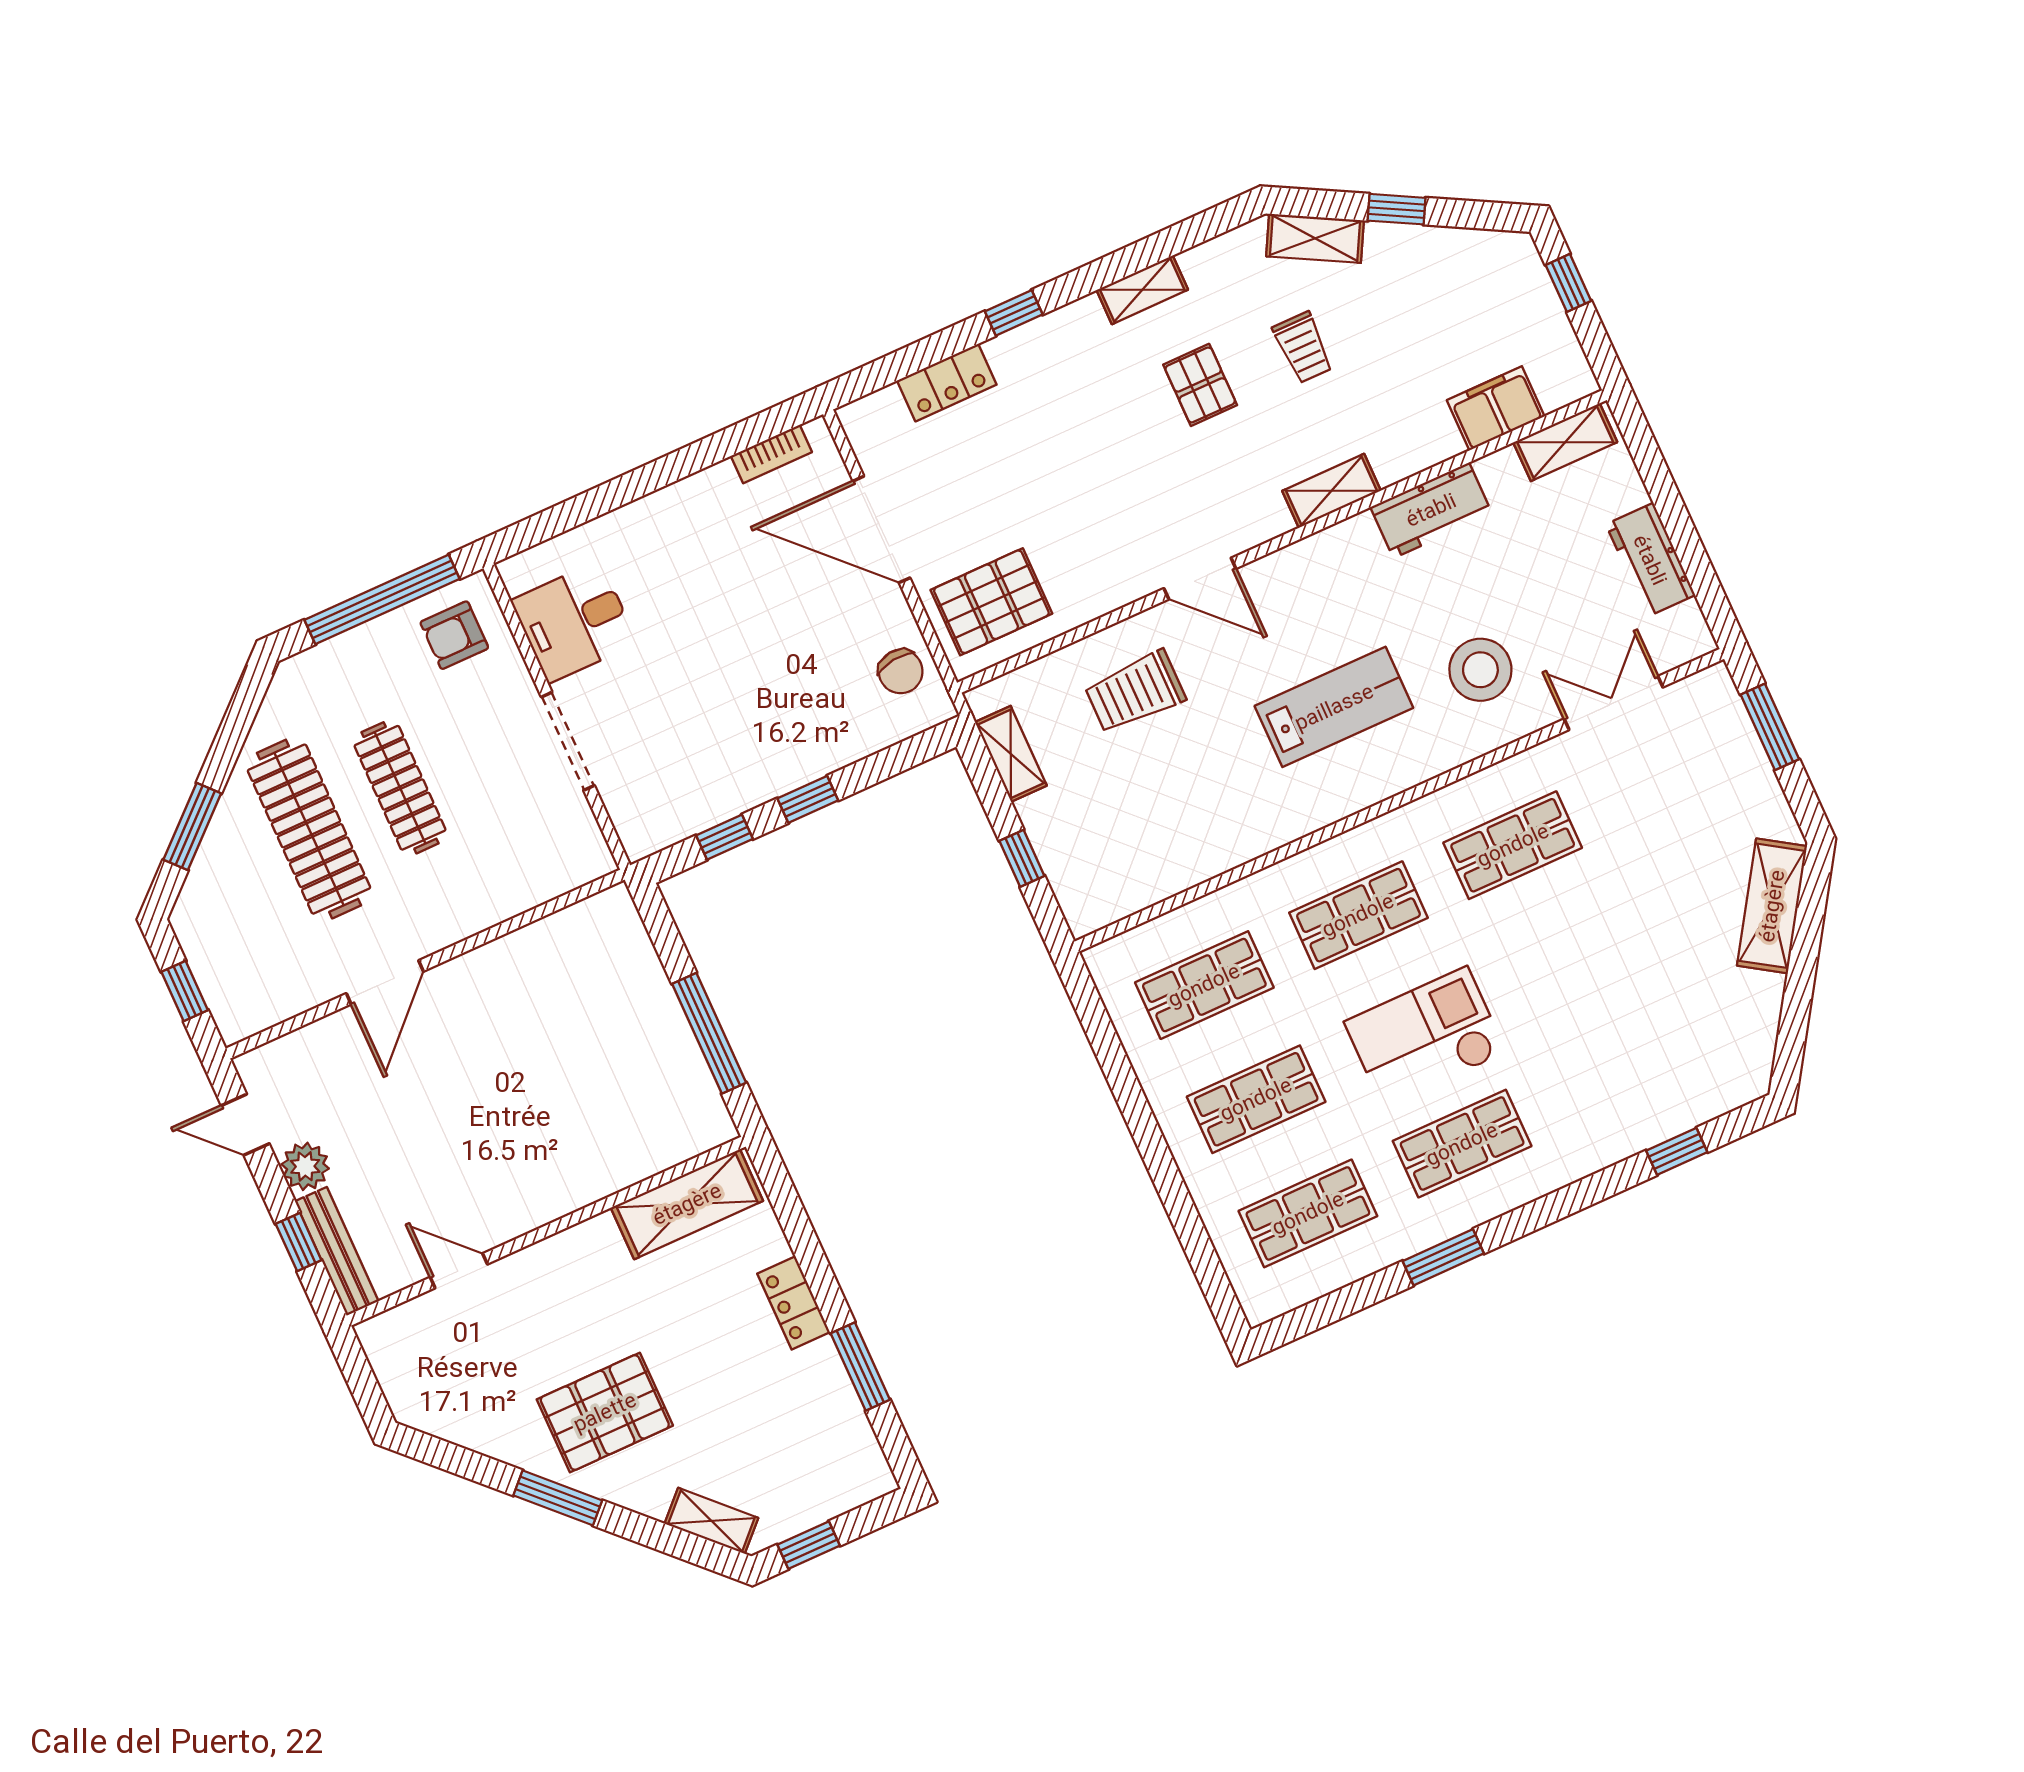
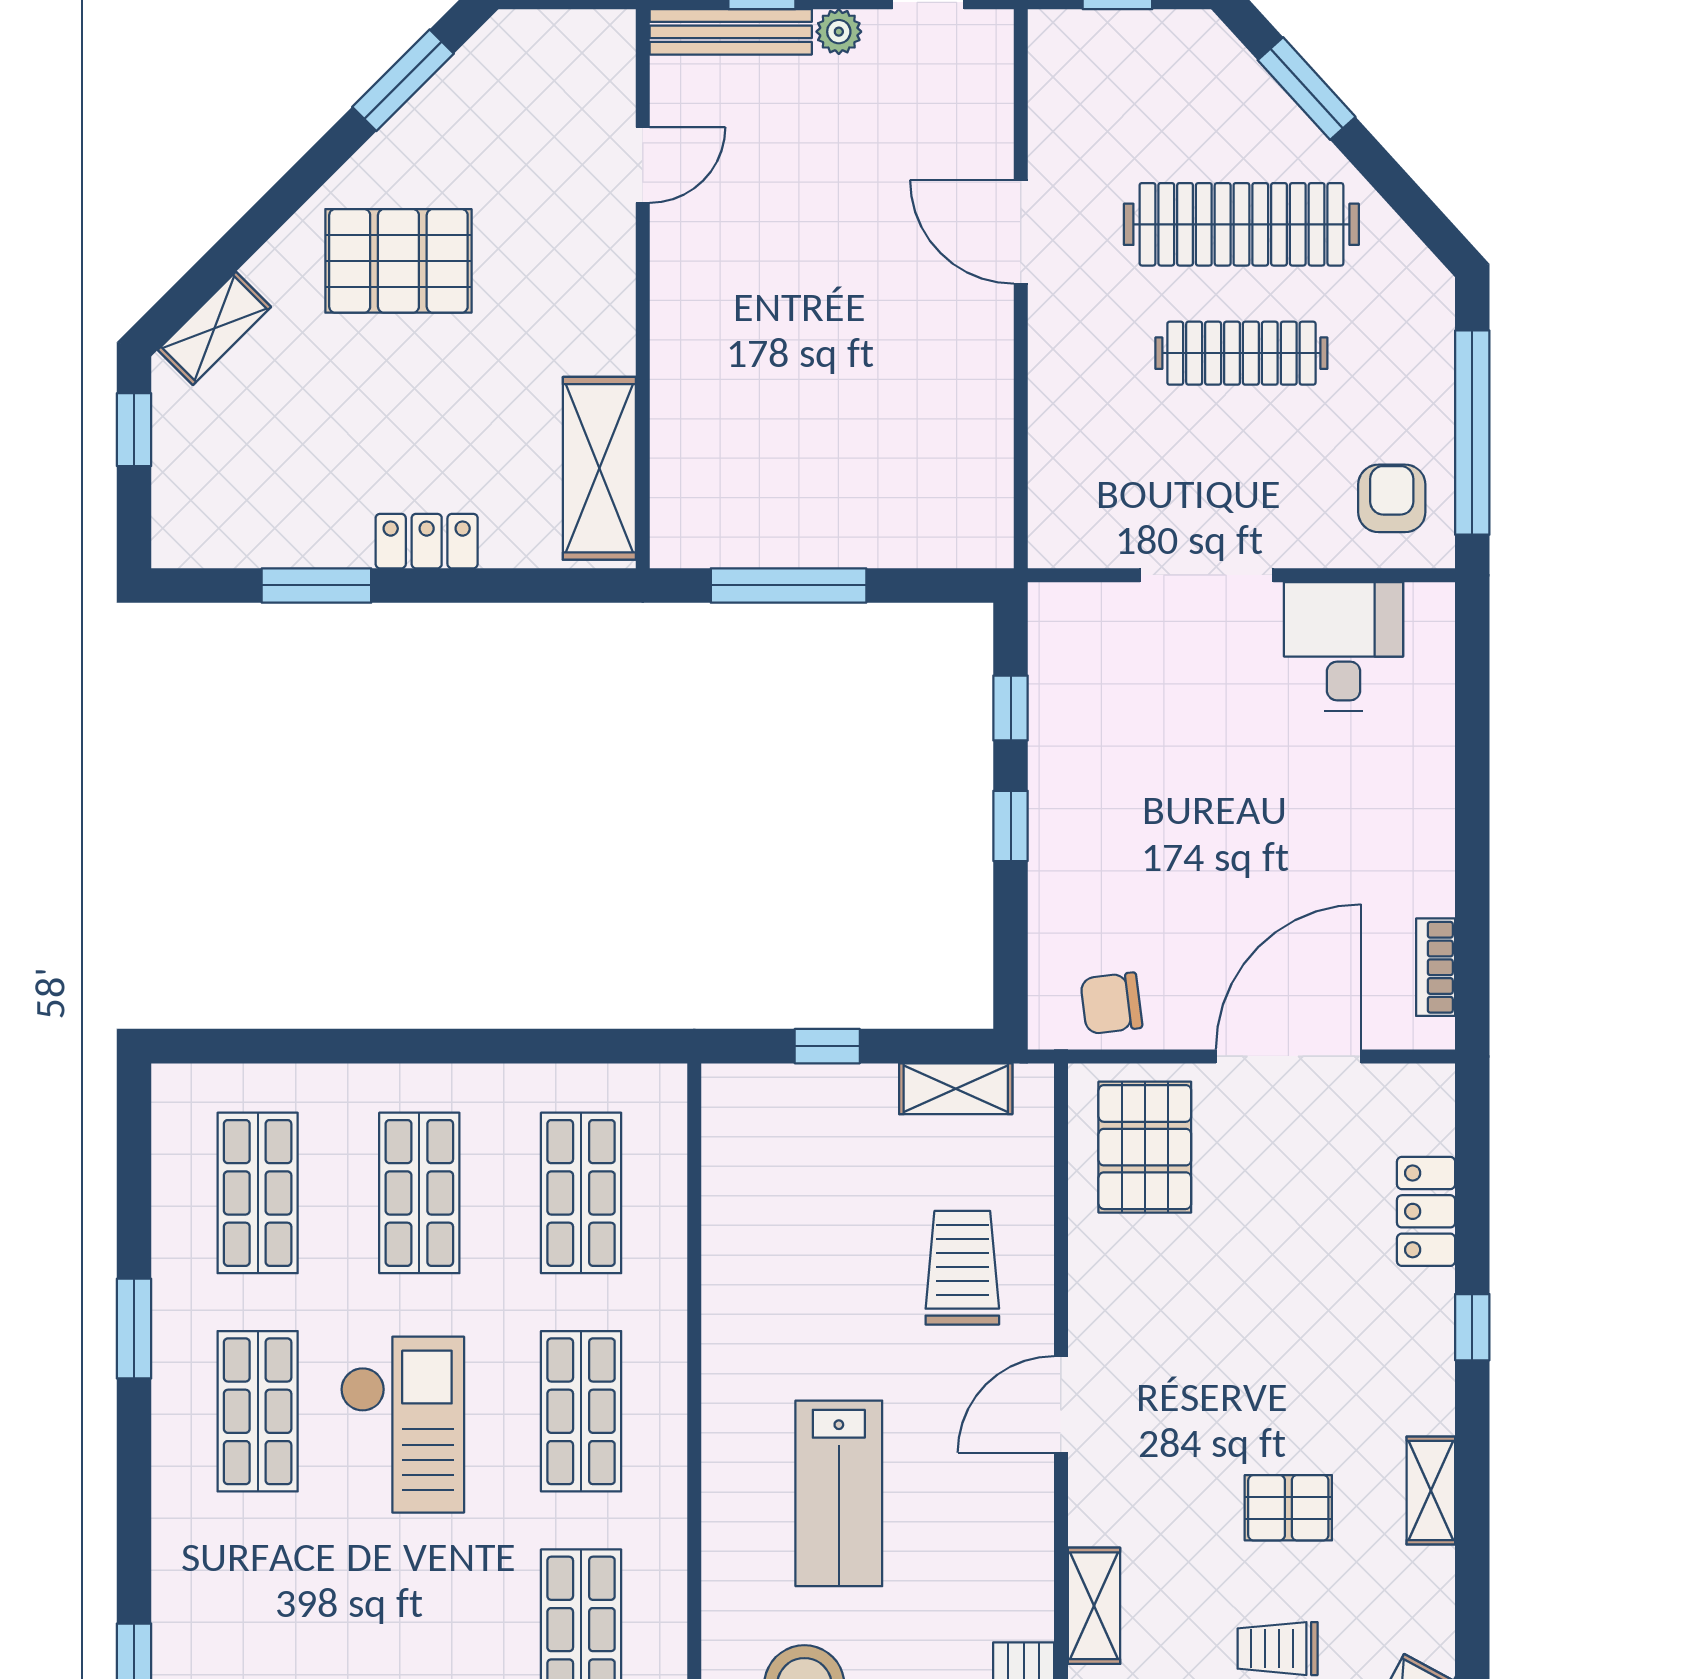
plant: (305, 1166) -> (839, 32), width x0.73, depth x0.73
pallet: (605, 1412) -> (398, 261), turned 90
window: (558, 1498) -> (403, 80), moved

